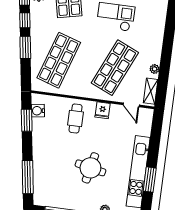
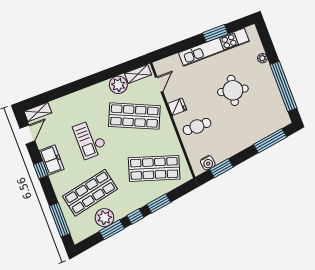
plant: (155, 69) -> (118, 85), width x1.88, depth x1.88

